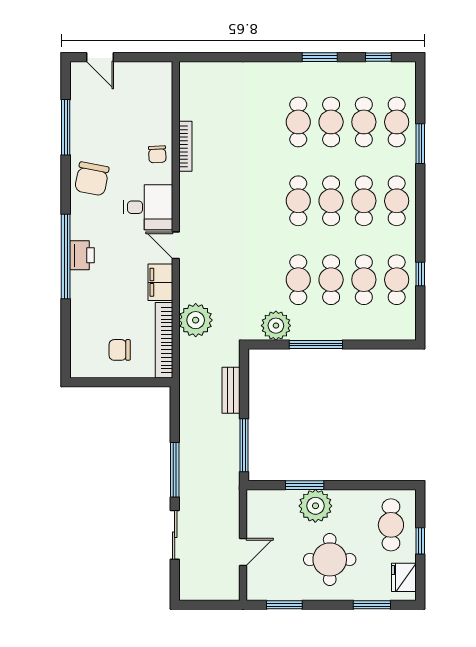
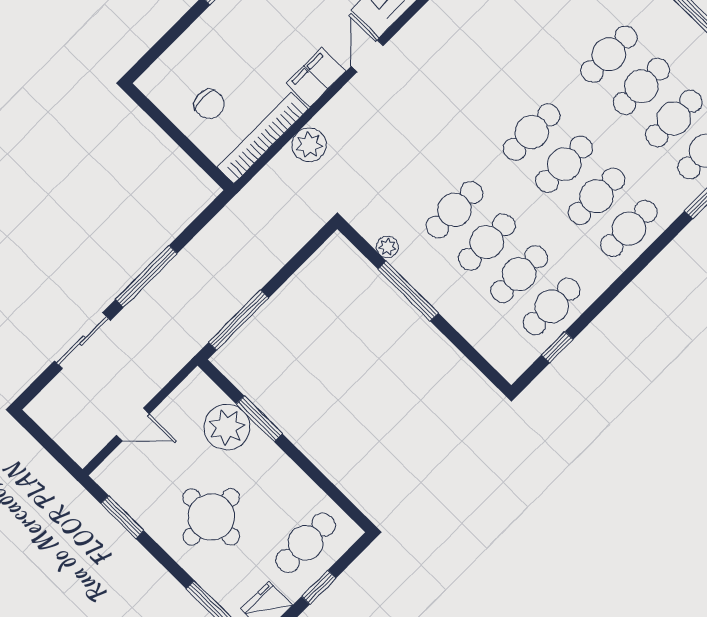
window: (420, 274) -> (557, 347), moved
plant: (196, 320) -> (309, 145), width x0.73, depth x0.73
plant: (276, 326) -> (387, 247), width x0.53, depth x0.53
chair: (120, 350) -> (209, 104), turned 180
bench: (231, 390) -> (280, 253), removed
plant: (315, 506) -> (227, 427), moved

